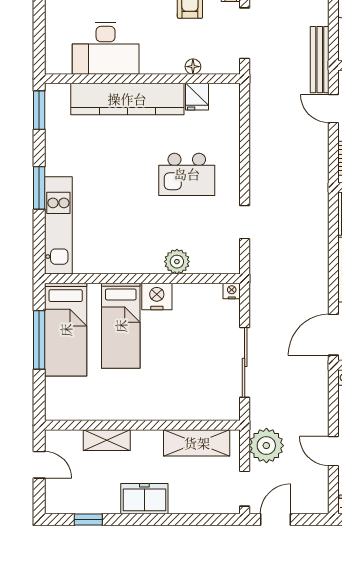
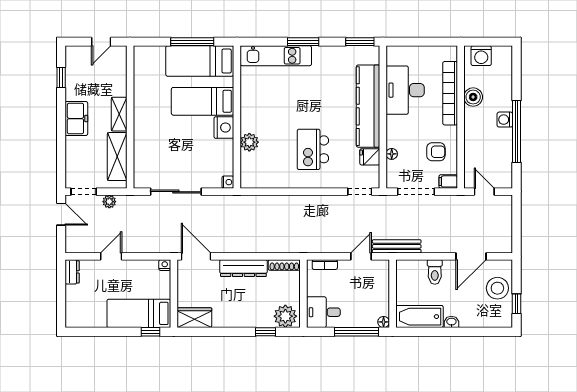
doorway: (245, 222) -> (360, 192), moved
shelving: (107, 440) -> (119, 114), moved
plant: (266, 446) -> (109, 202), width x0.53, depth x0.53

